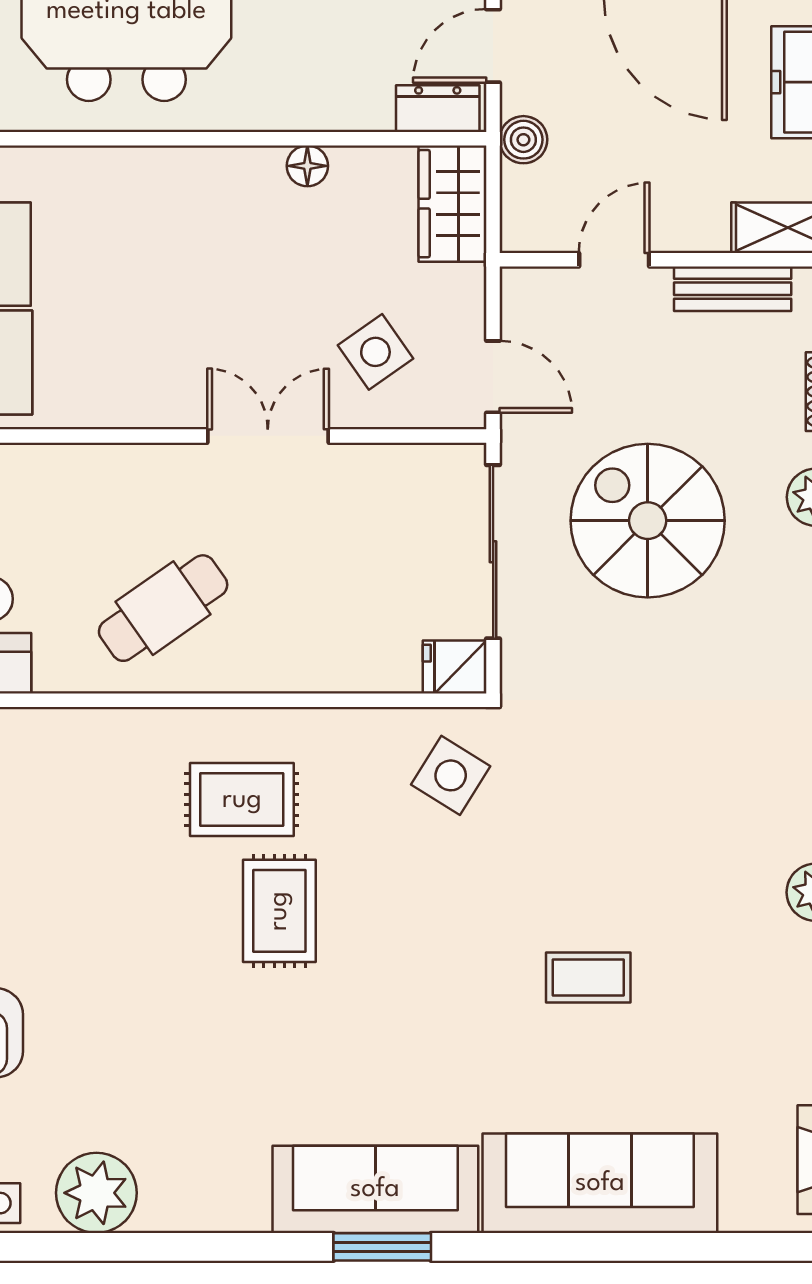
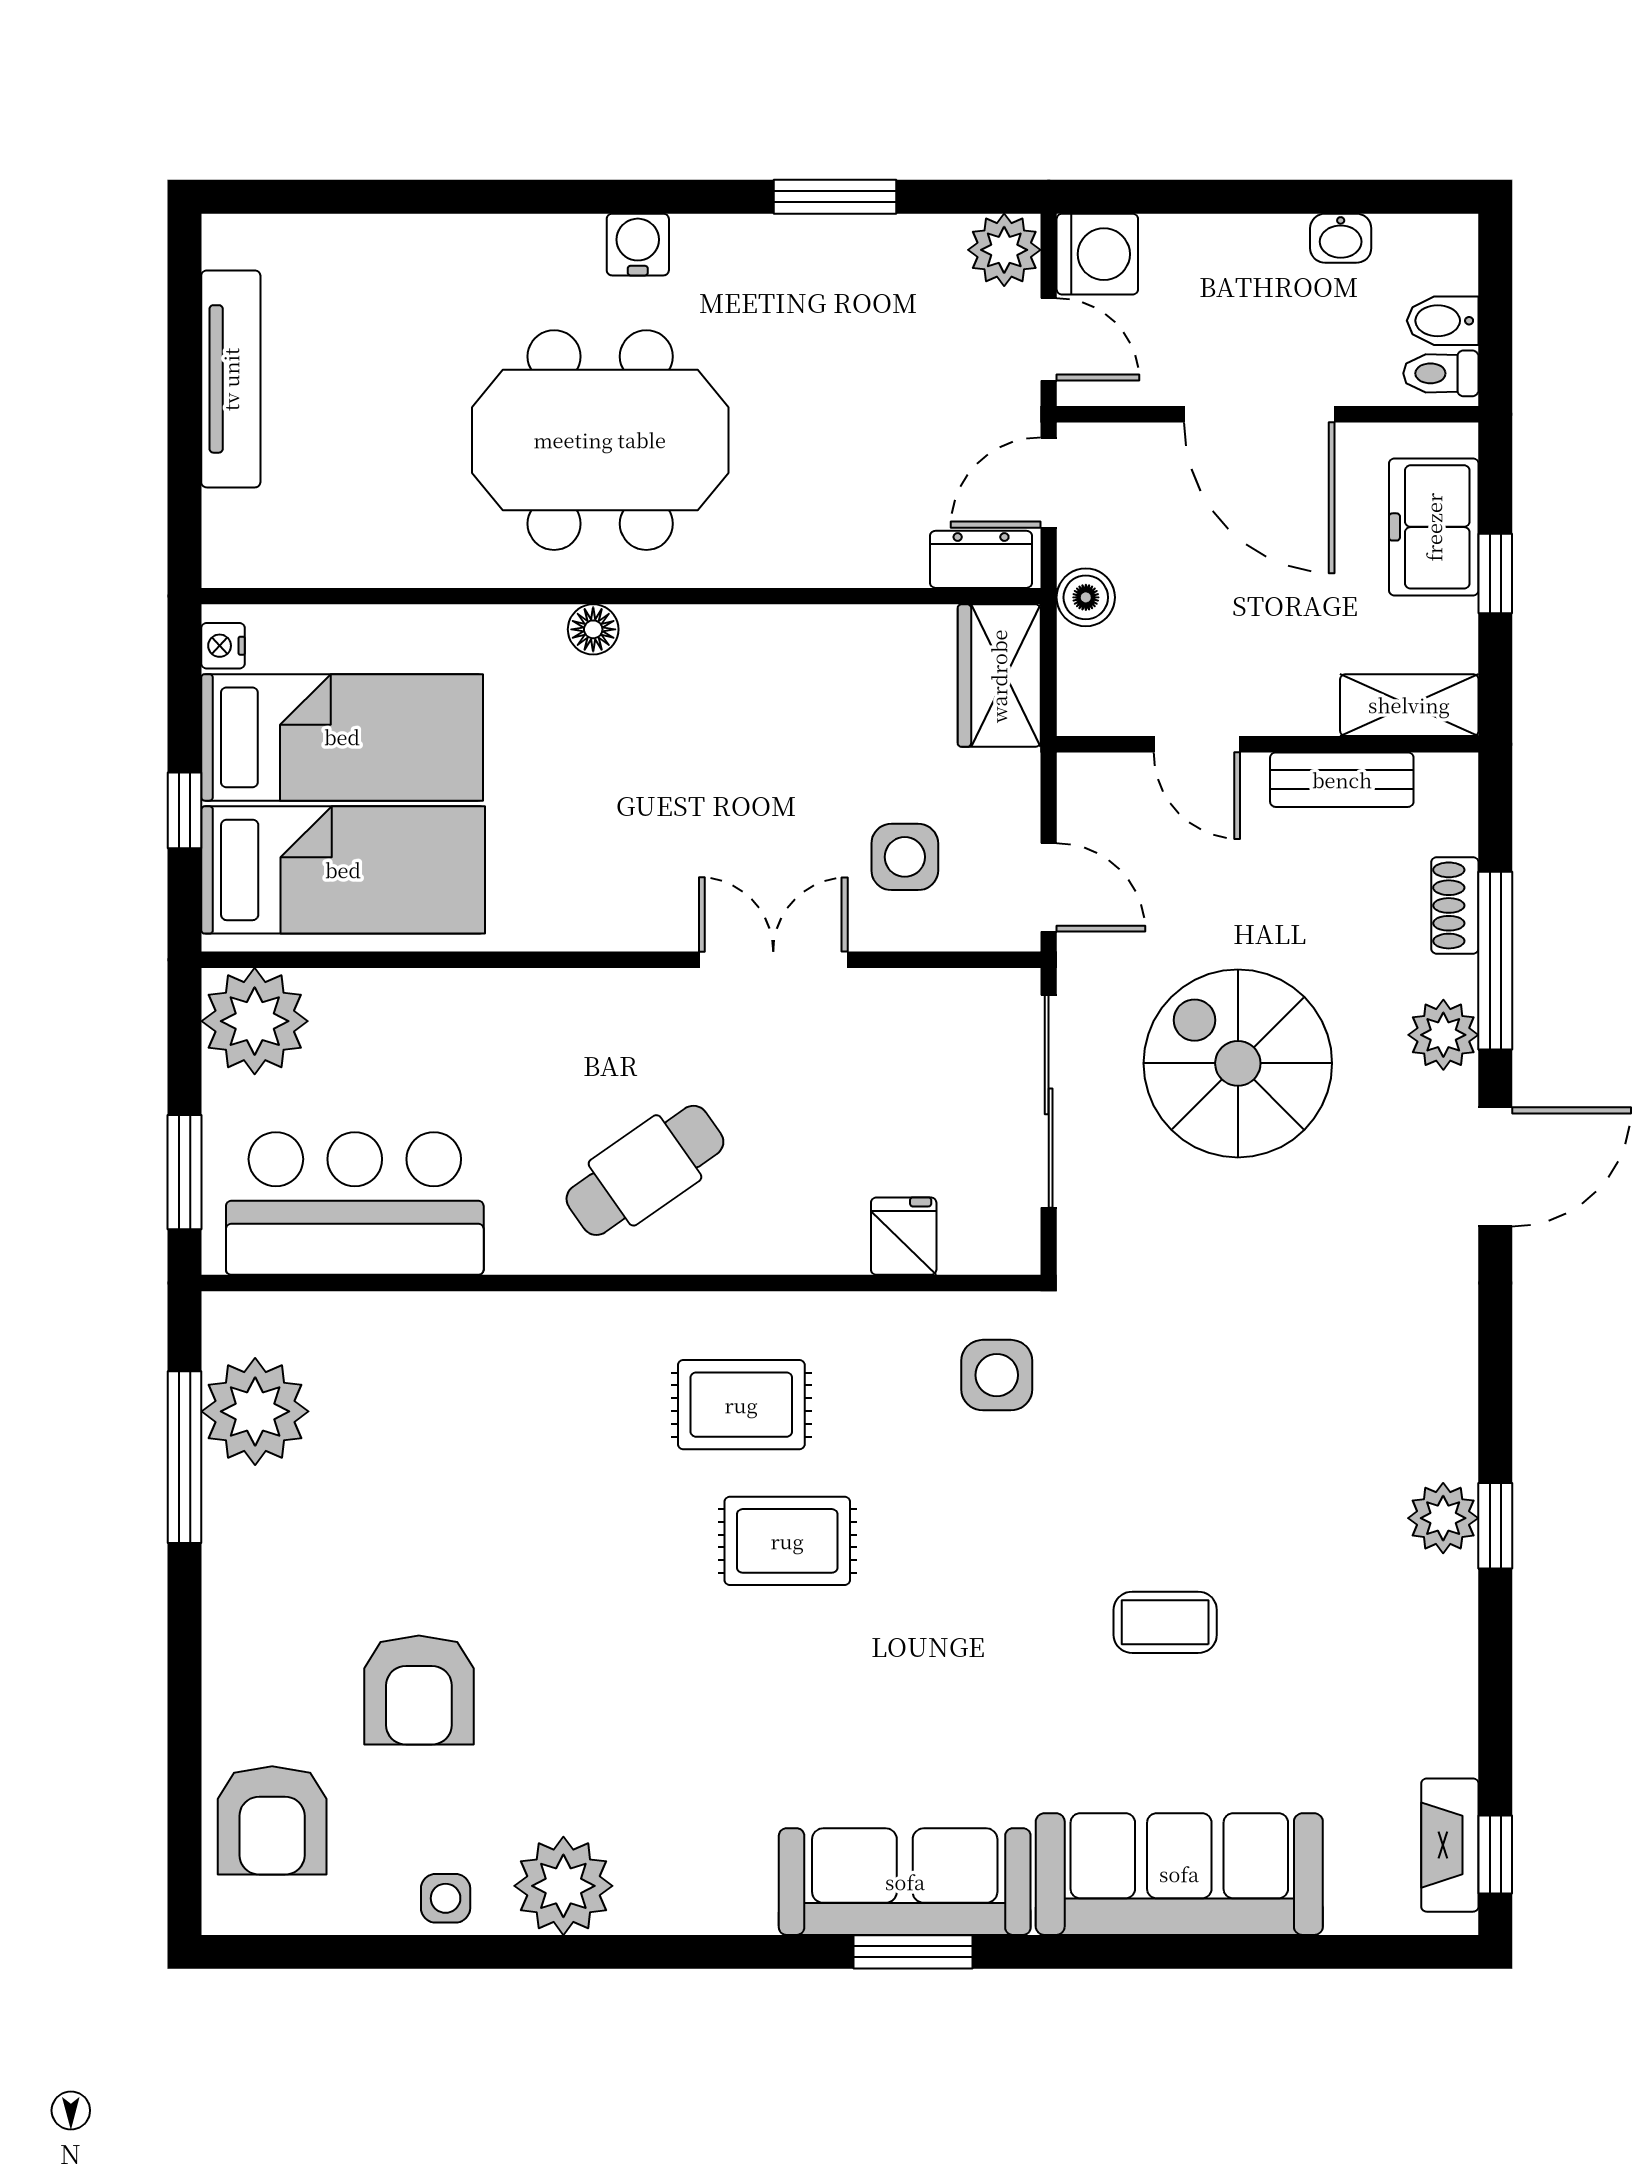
floor lamp: (307, 166) -> (593, 629), moved
door: (614, 260) -> (1197, 744), swing flipped
side table: (375, 352) -> (905, 857), turned 35
fridge: (455, 667) -> (904, 1236), moved, turned 90
side table: (451, 775) -> (997, 1375), turned -32
rug: (279, 911) -> (787, 1541), turned 90

